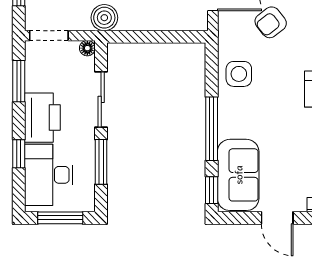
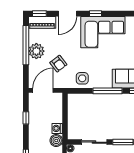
washing machine: (130, 20) -> (57, 128), added

